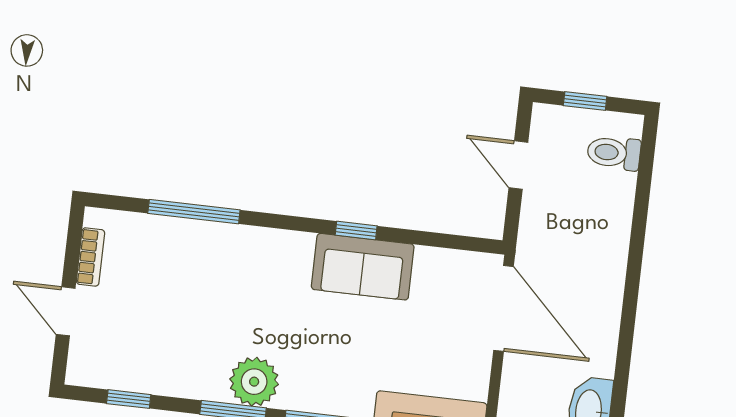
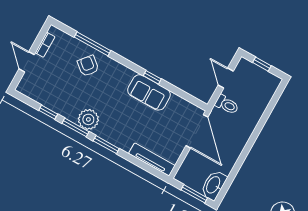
toilet: (614, 153) -> (227, 105), moved, turned 180
armchair: (204, 264) -> (88, 66), added
window: (129, 399) -> (48, 112), moved

